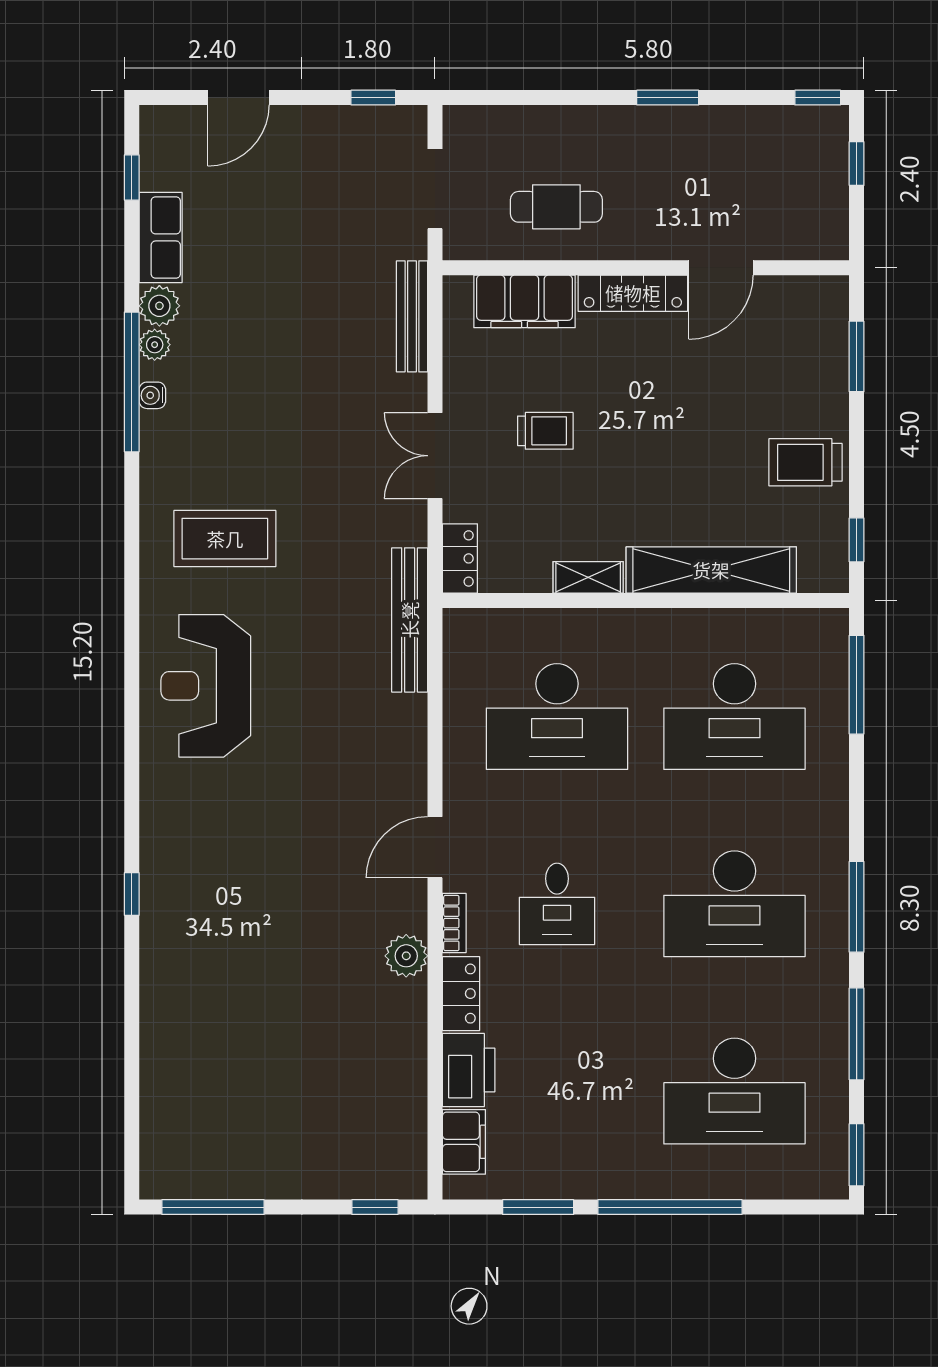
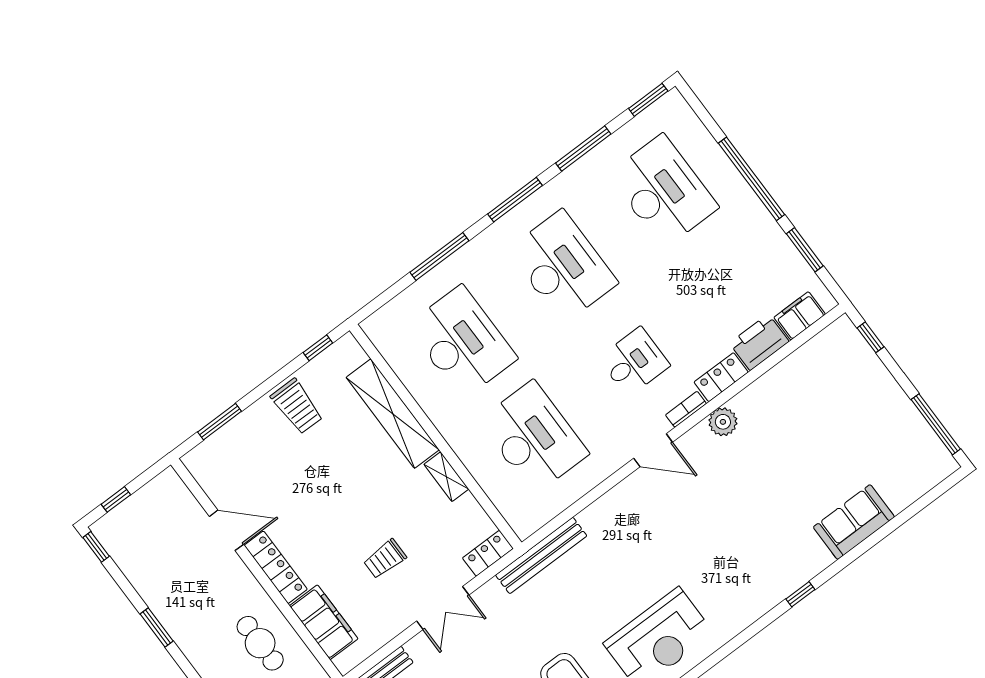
trolley: (545, 431) -> (385, 559), turned -90
window: (857, 685) -> (439, 257), moved
sofa: (170, 1022) -> (854, 522), added

